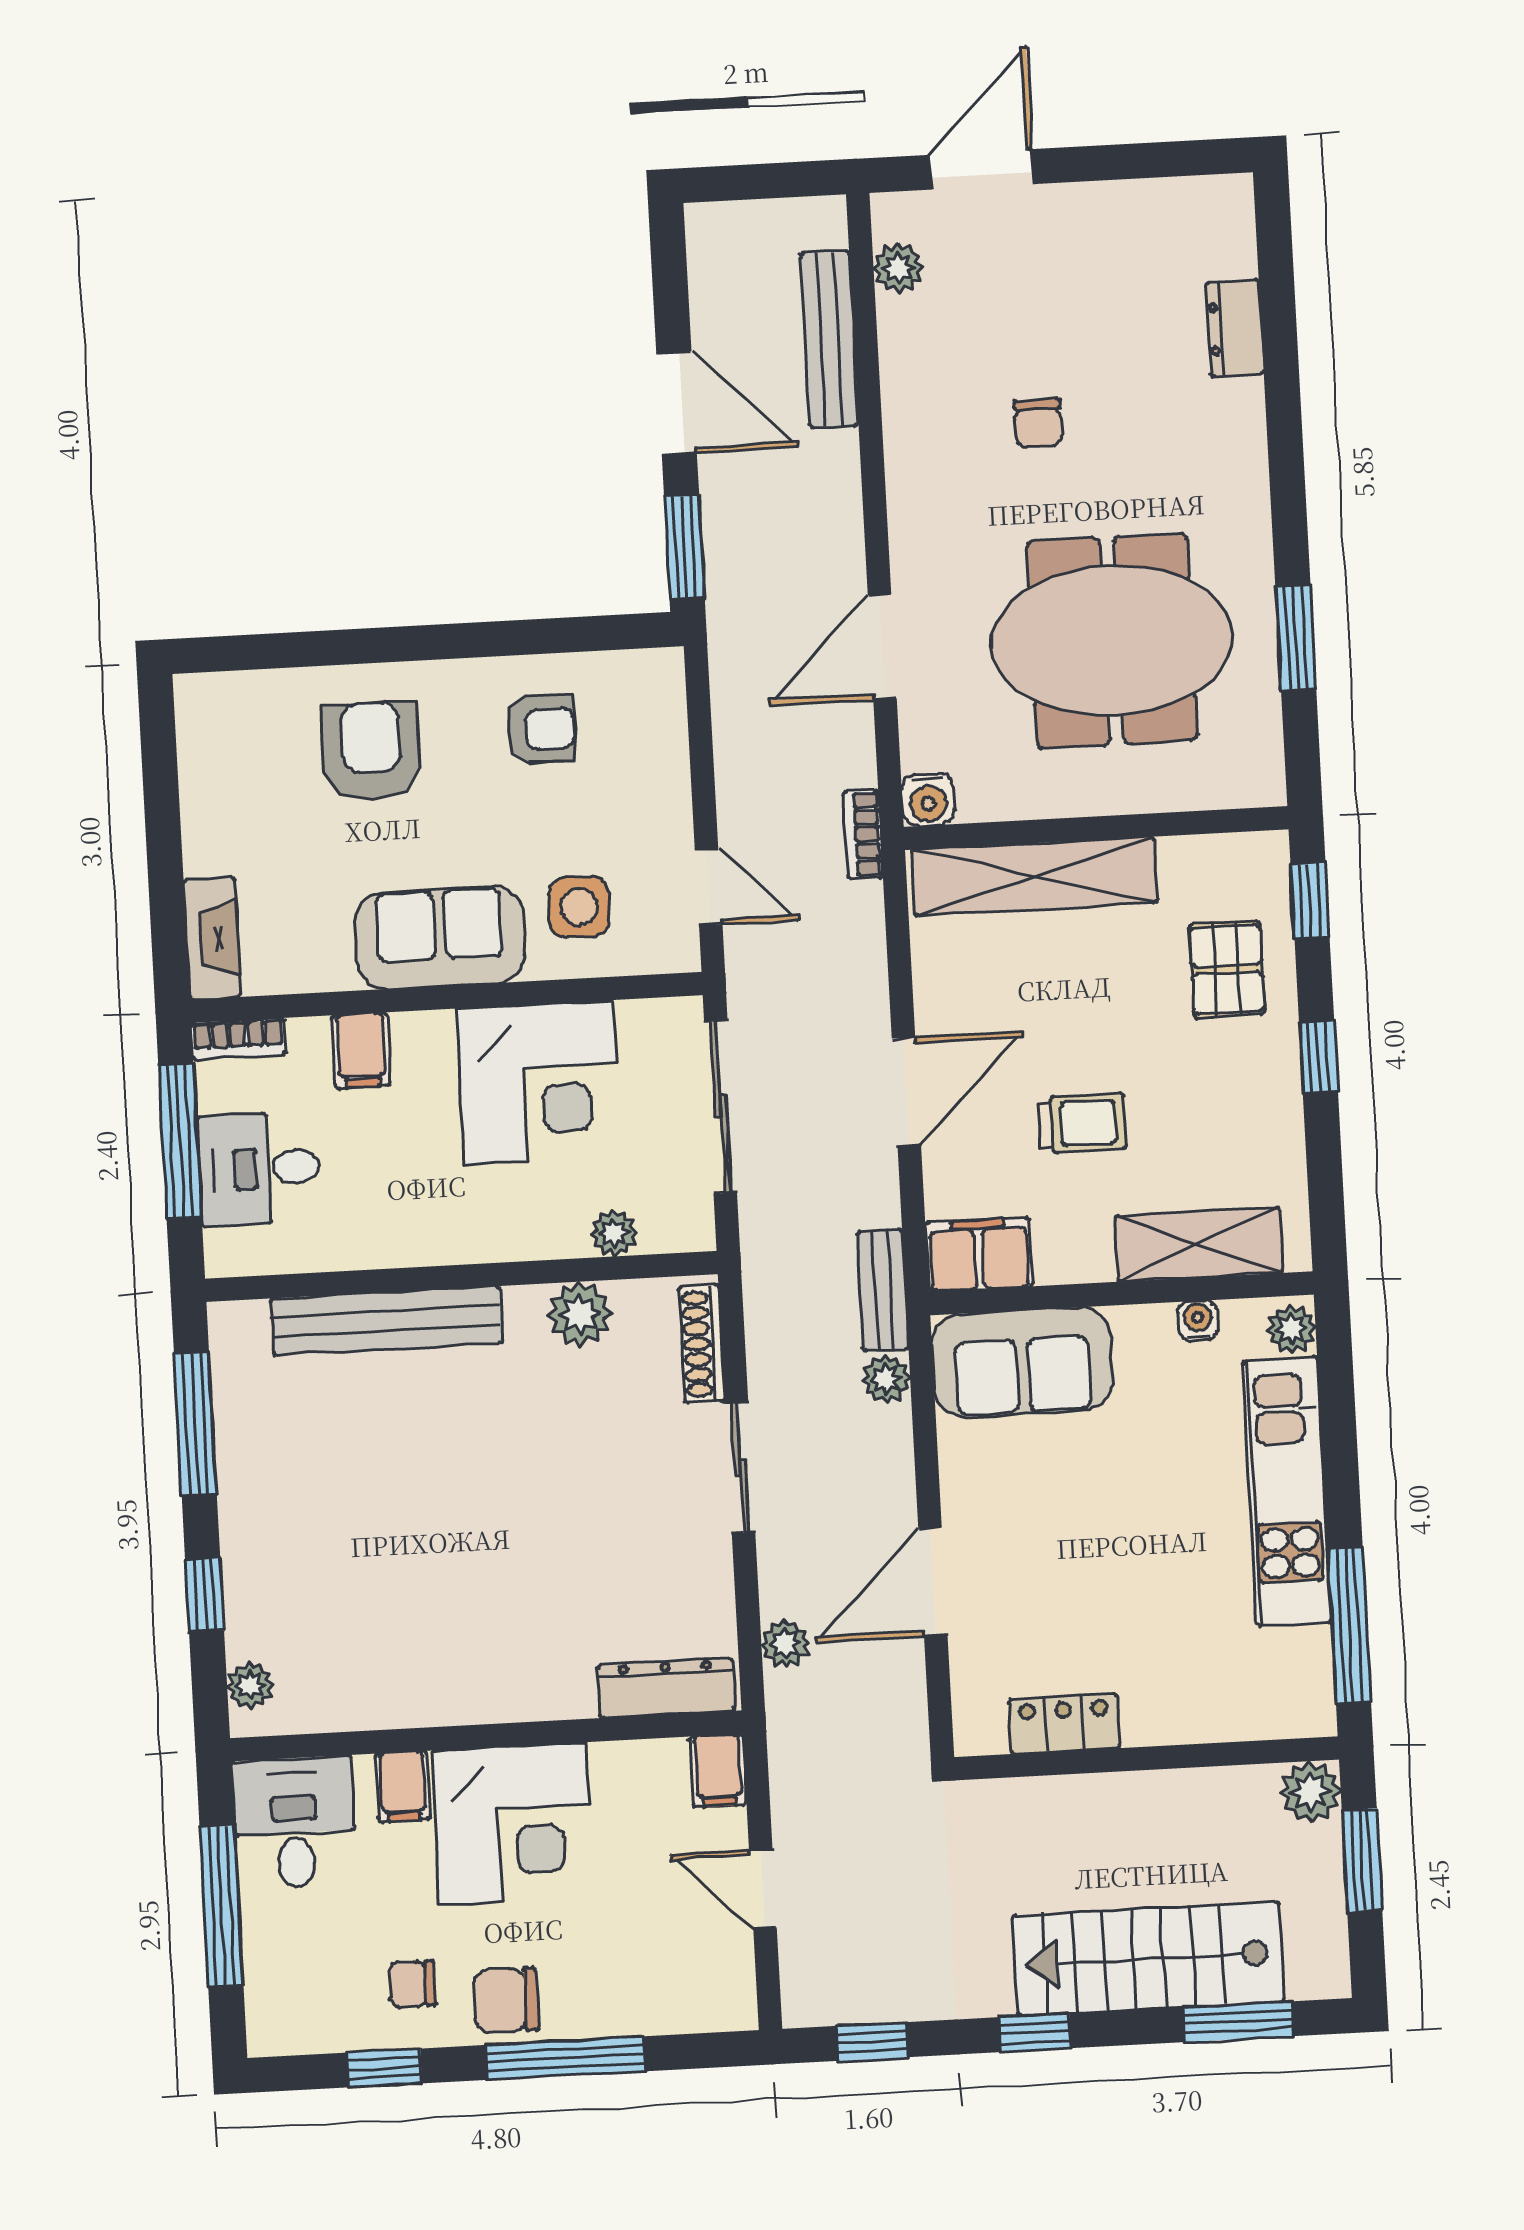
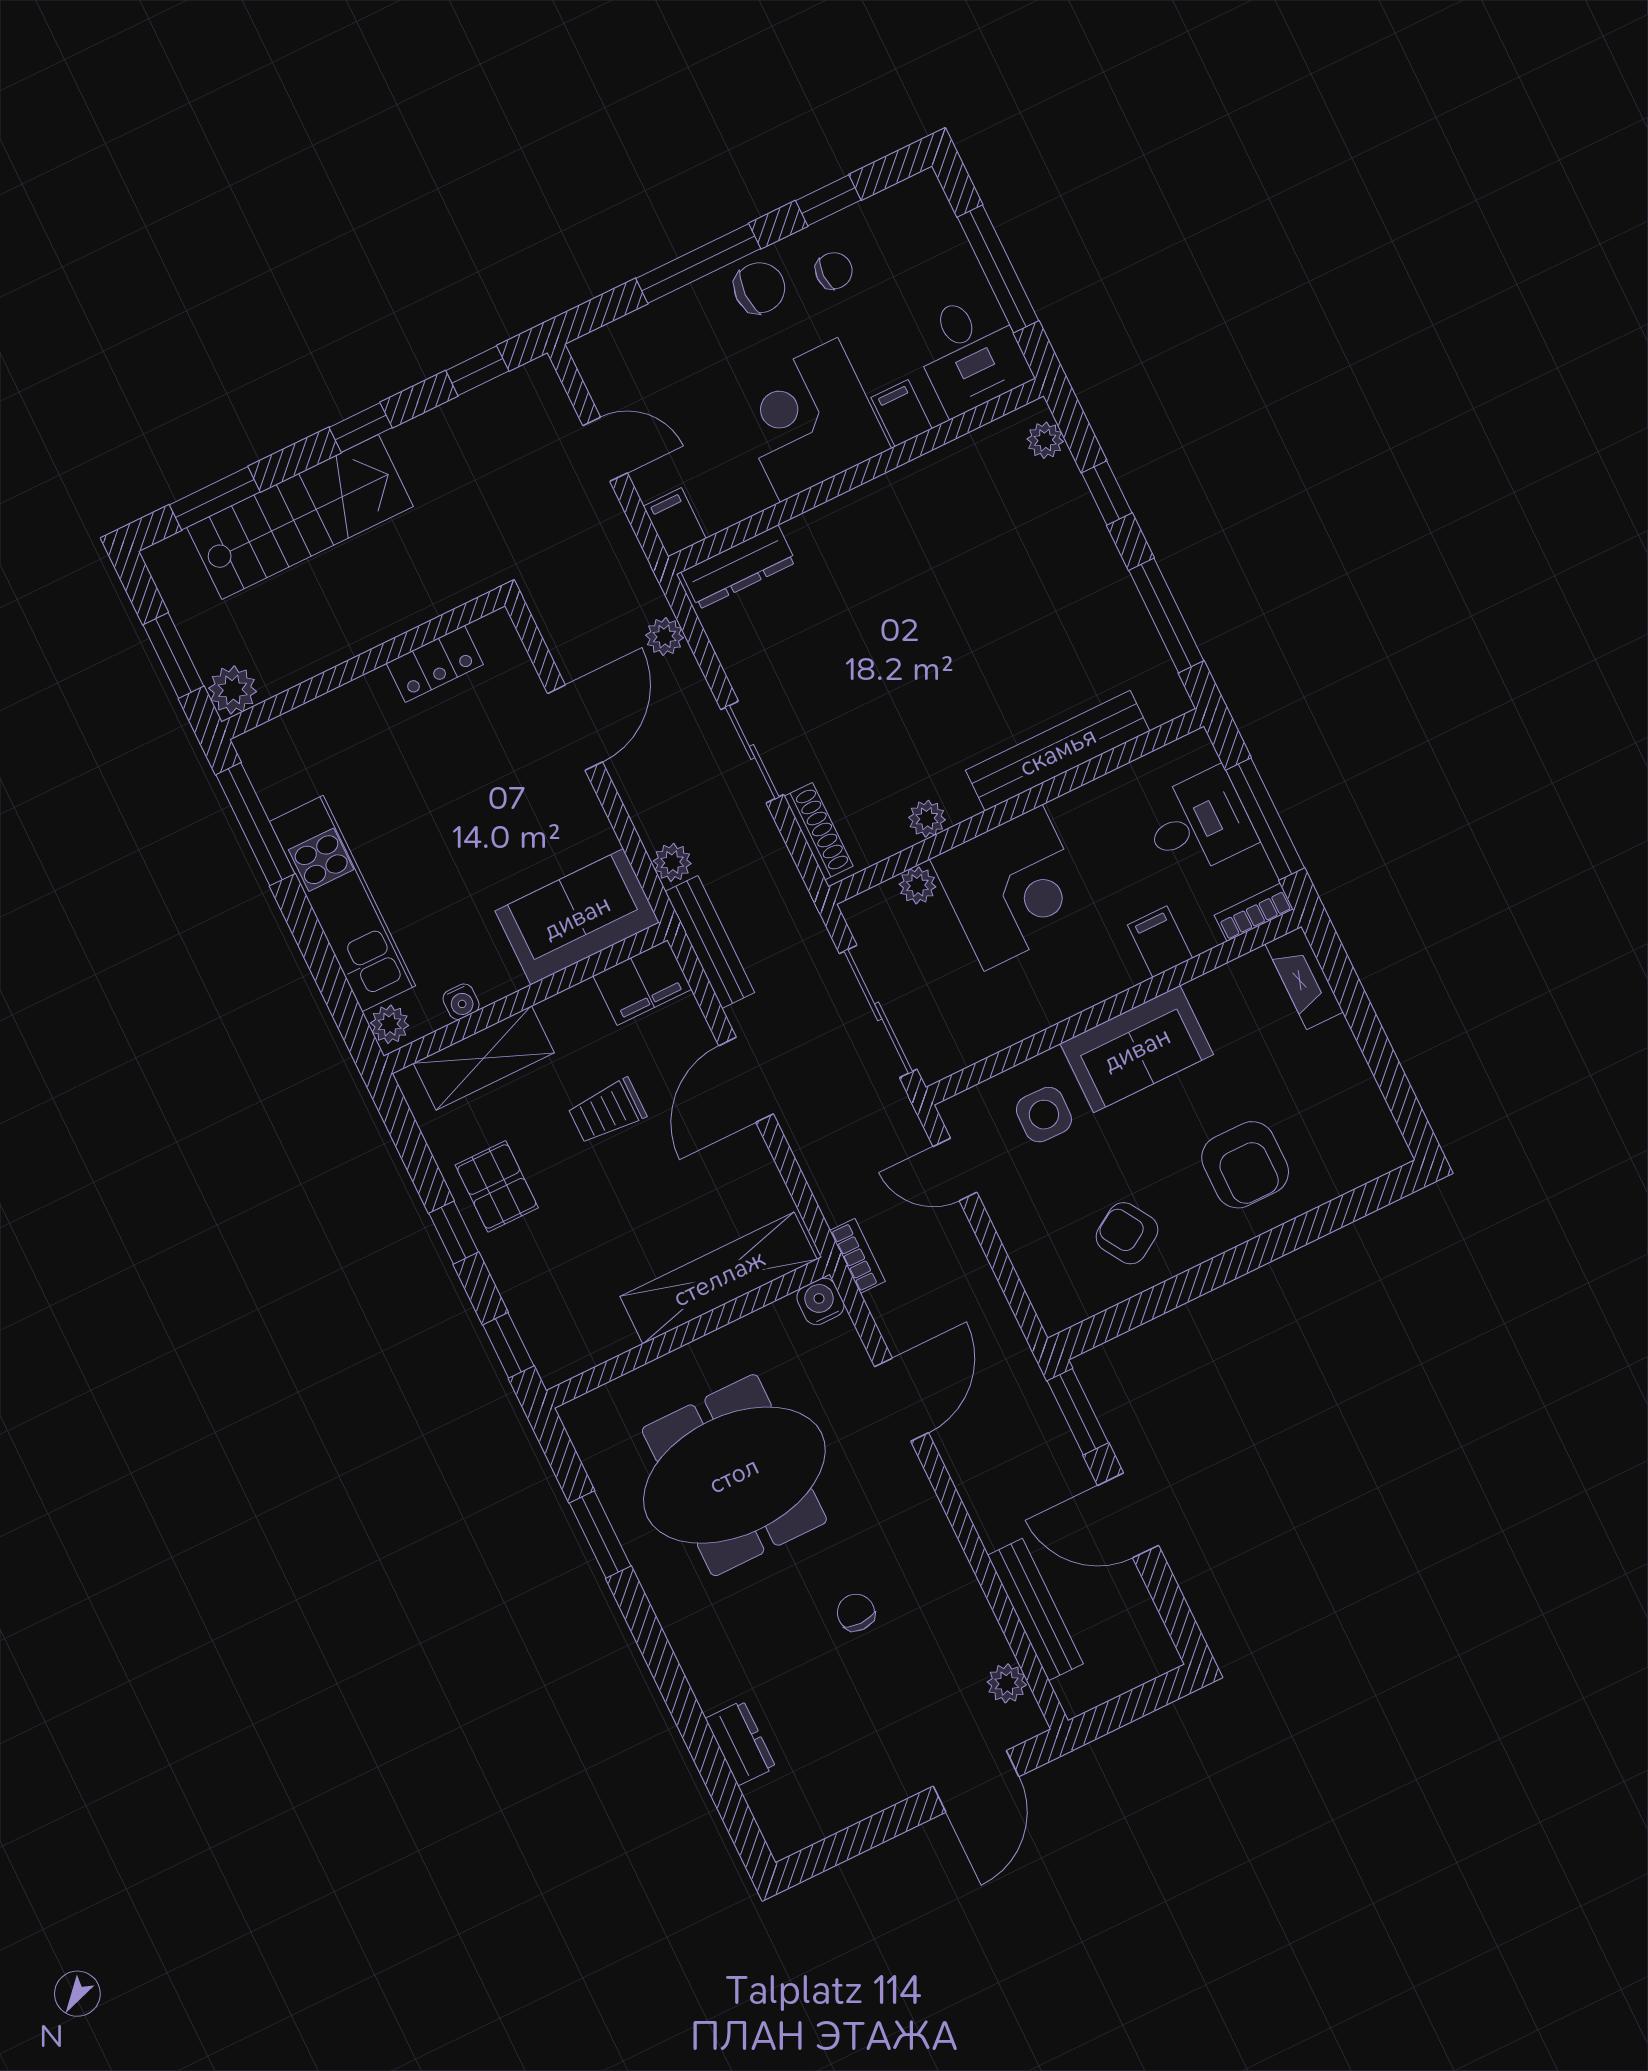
armchair: (541, 729) -> (1127, 1233), turned 58
pallet: (1227, 969) -> (497, 1186), moved
corner desk: (539, 1083) -> (1013, 888), moved, turned 180
bench: (883, 1290) -> (710, 942), width x1.36
plant: (580, 1314) -> (927, 819), width x0.73, depth x0.73

